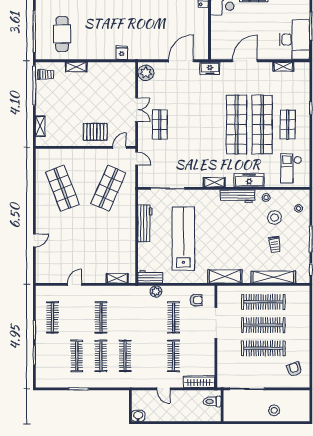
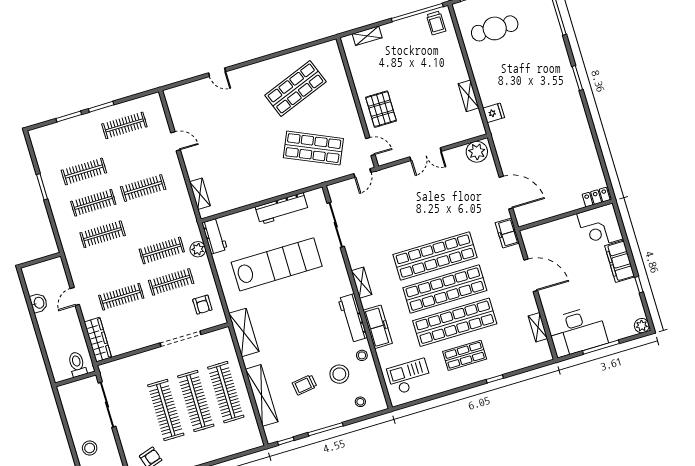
shelving: (76, 67) -> (468, 96), moved
shop shelf: (160, 125) -> (435, 256), moved, width x2.00, depth x1.36
clothes rail: (149, 317) -> (162, 251), added
washbasin: (138, 416) -> (39, 303), moved

